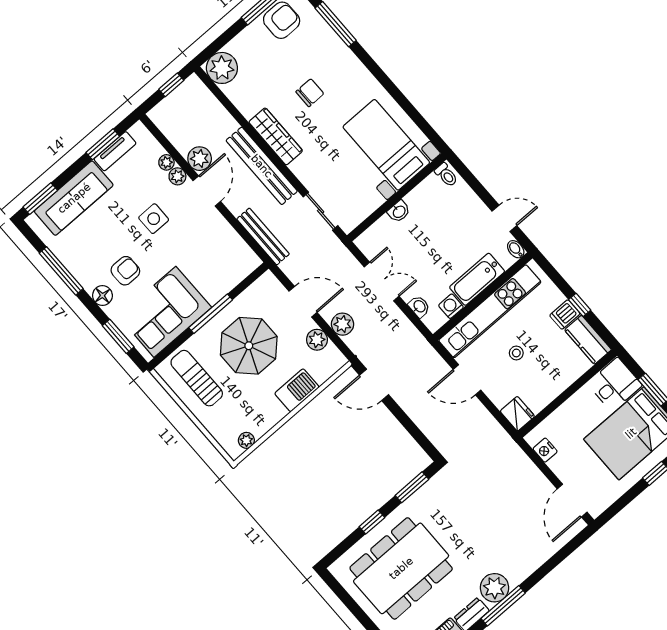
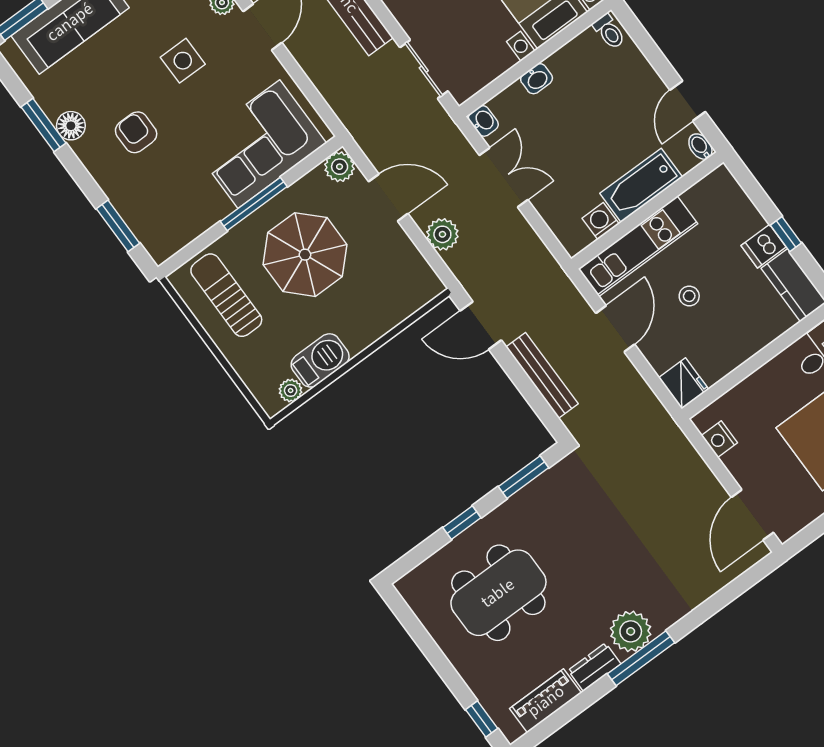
door: (504, 218) -> (688, 101), swing flipped
bench: (263, 236) -> (542, 375), moved
window: (61, 271) -> (44, 125), width x0.69
armchair: (125, 271) -> (136, 132), turned -90
floor lamp: (102, 296) -> (71, 126), moved
washbasin: (419, 307) -> (483, 121), moved
kitchen unit: (490, 311) -> (638, 246), width x0.73
corner sofa: (165, 312) -> (259, 144), moved
plant: (317, 340) -> (340, 167), moved
door: (467, 380) -> (615, 329), swing flipped
barbecue: (297, 390) -> (320, 360), moved
dining table: (401, 568) -> (498, 593), width x0.73, depth x0.80

